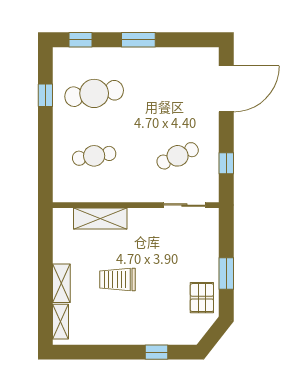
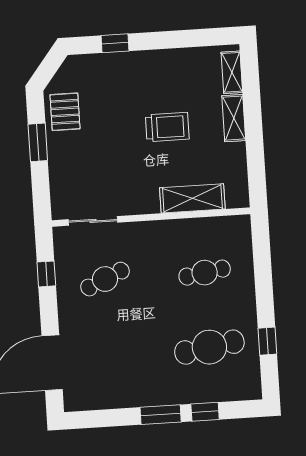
window: (81, 40) -> (205, 412), moved

